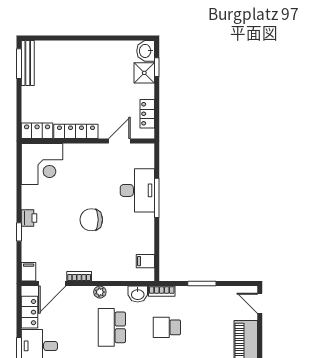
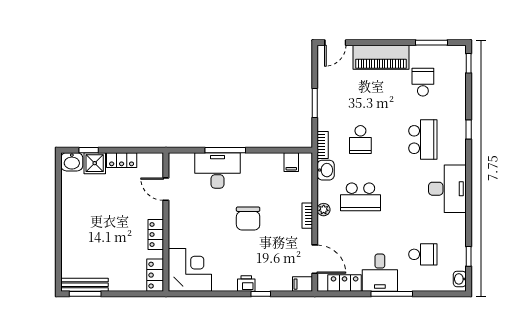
locker: (147, 114) -> (122, 160), moved
locker: (76, 131) -> (156, 235), width x0.66
bookcase: (79, 276) -> (307, 216), moved

